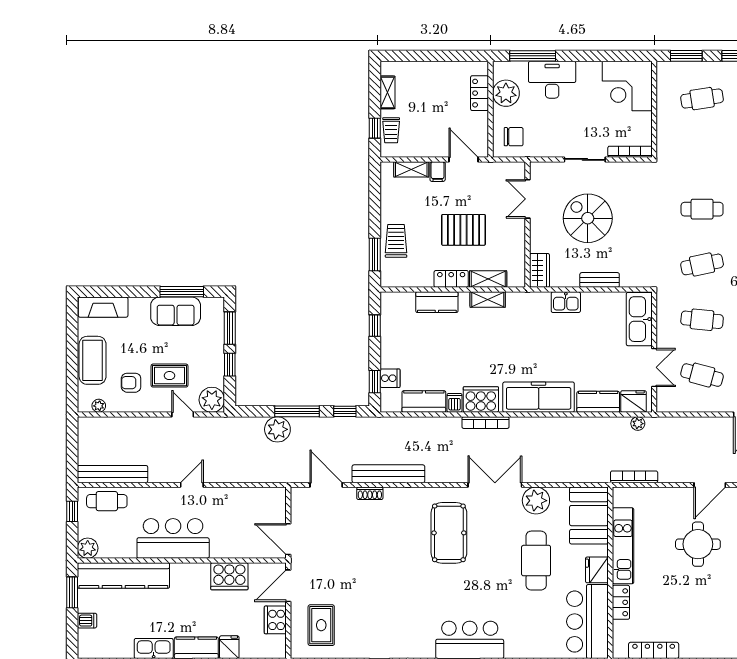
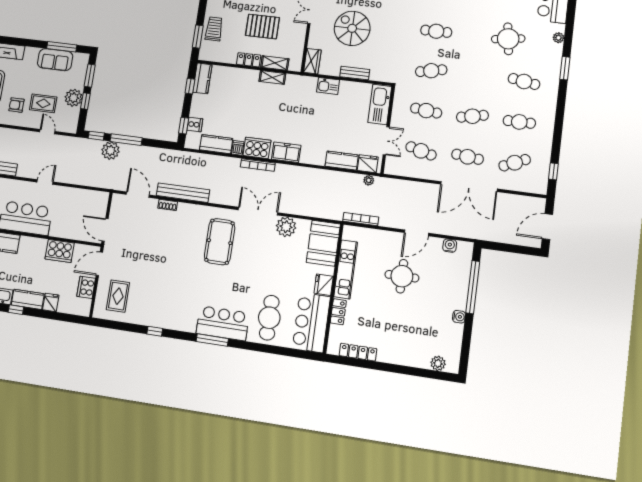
kitchen counter: (437, 302) -> (202, 78), moved, turned -90
freezer: (539, 397) -> (286, 152), width x0.52, depth x0.79
plant: (212, 400) -> (74, 98), moved
window: (345, 411) -> (96, 136), moved
cafe table: (536, 561) -> (269, 318), moved

